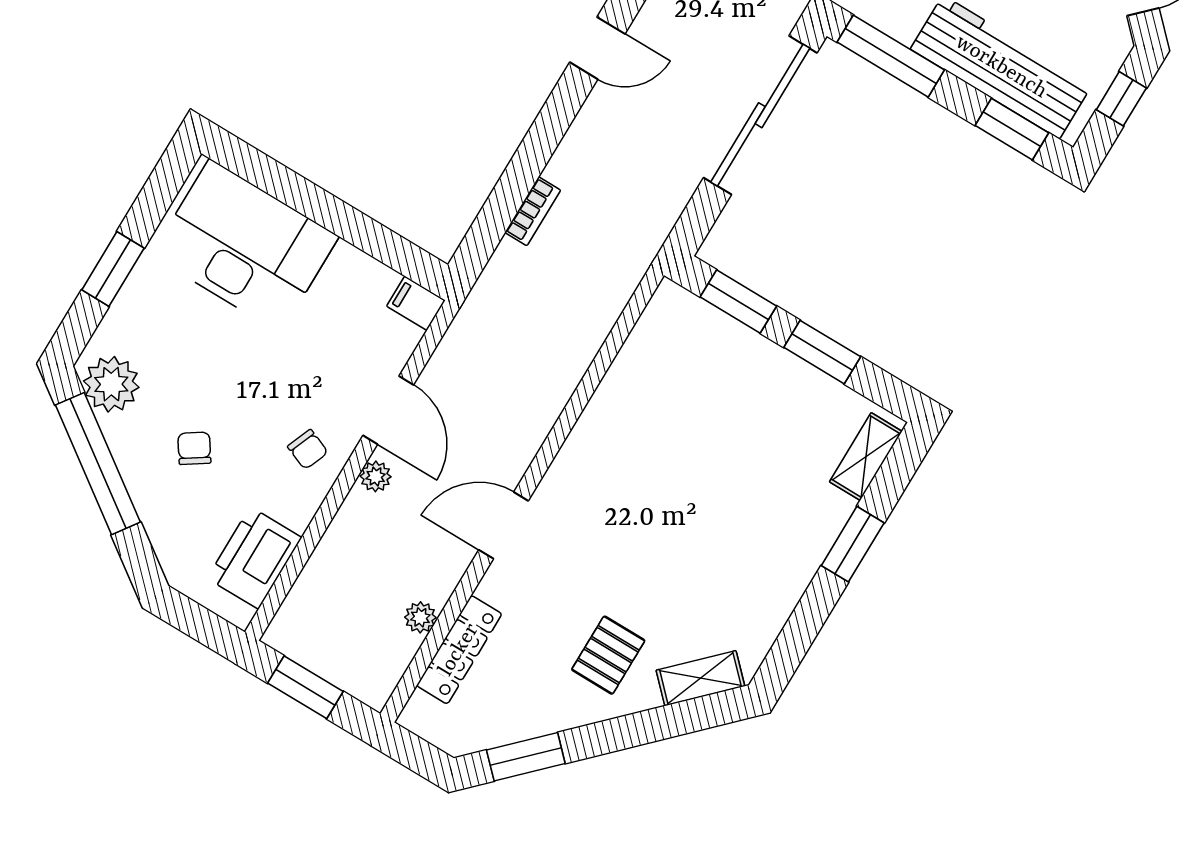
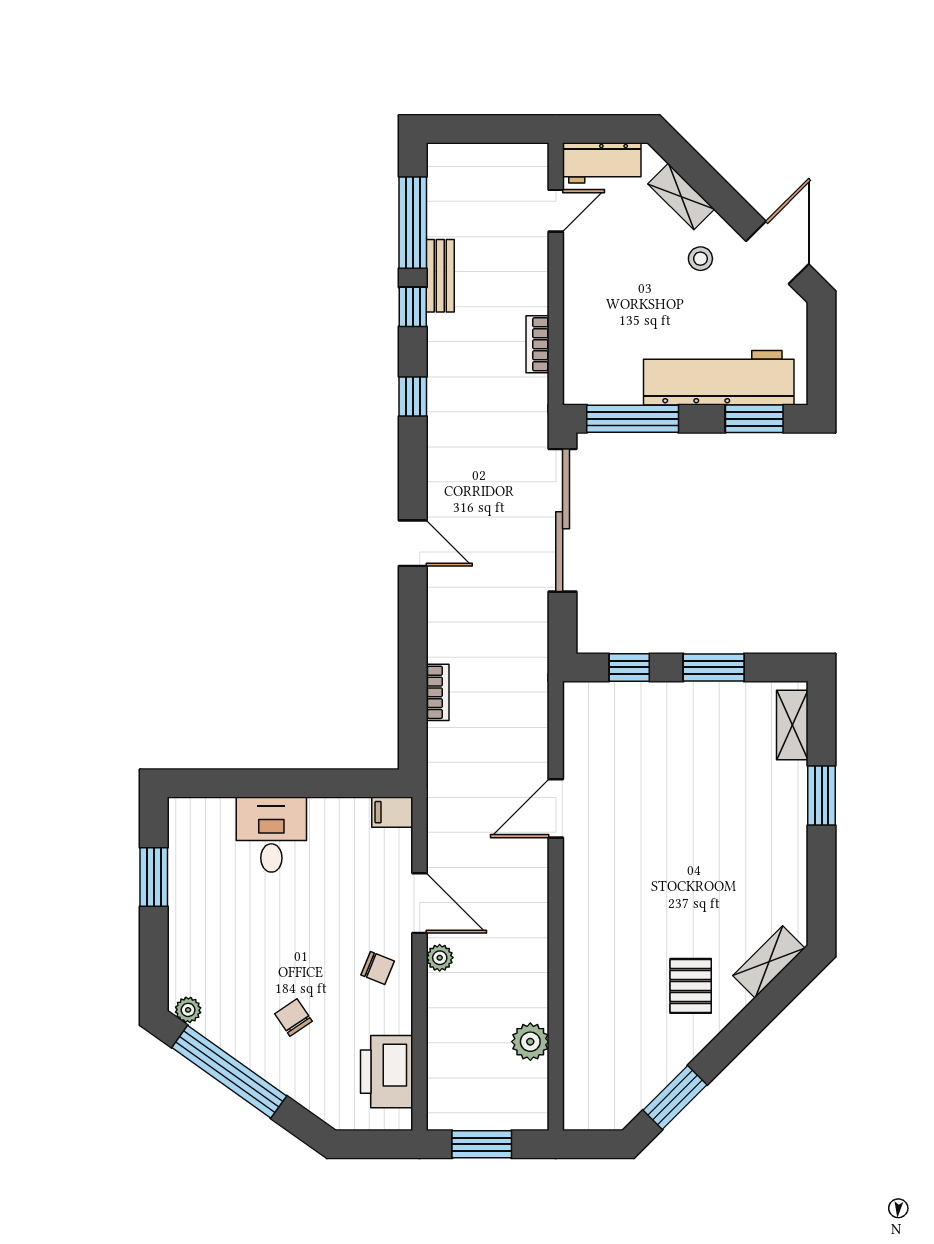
door: (597, 48) -> (413, 543), hinge flipped
window: (1121, 99) -> (822, 348), removed
desk: (245, 246) -> (271, 835), width x0.53, depth x0.77
window: (113, 269) -> (154, 877), moved
window: (738, 301) -> (629, 667), width x0.67
plant: (111, 384) -> (188, 1010), width x0.53, depth x0.53
door: (504, 525) -> (556, 808), moved
plant: (420, 617) -> (530, 1042), width x1.38, depth x1.38
locker: (459, 650) -> (578, 1048), removed

